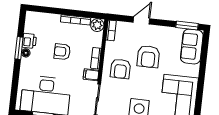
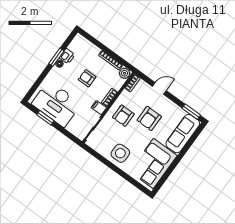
sofa: (192, 46) -> (183, 134), width x1.36

